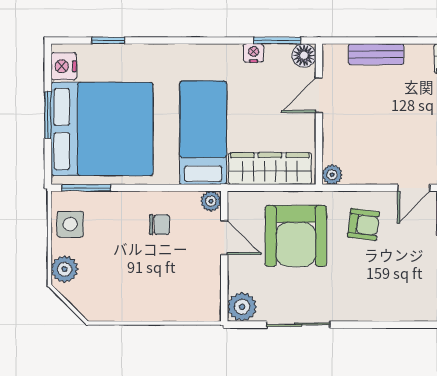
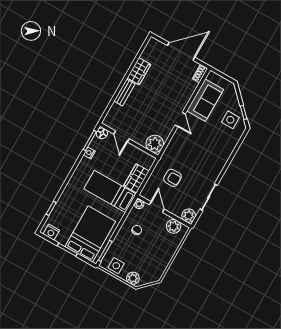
bench: (376, 54) -> (124, 93), moved
bed: (102, 129) -> (90, 234), width x0.73
wardrobe: (270, 169) -> (136, 178), width x0.67
plant: (332, 175) -> (155, 144), width x1.88, depth x1.88
armchair: (364, 225) -> (183, 148), removed
armchair: (296, 236) -> (173, 178), width x0.53, depth x0.53
door: (224, 238) -> (157, 207), hinge flipped
plant: (206, 290) -> (174, 226), added

